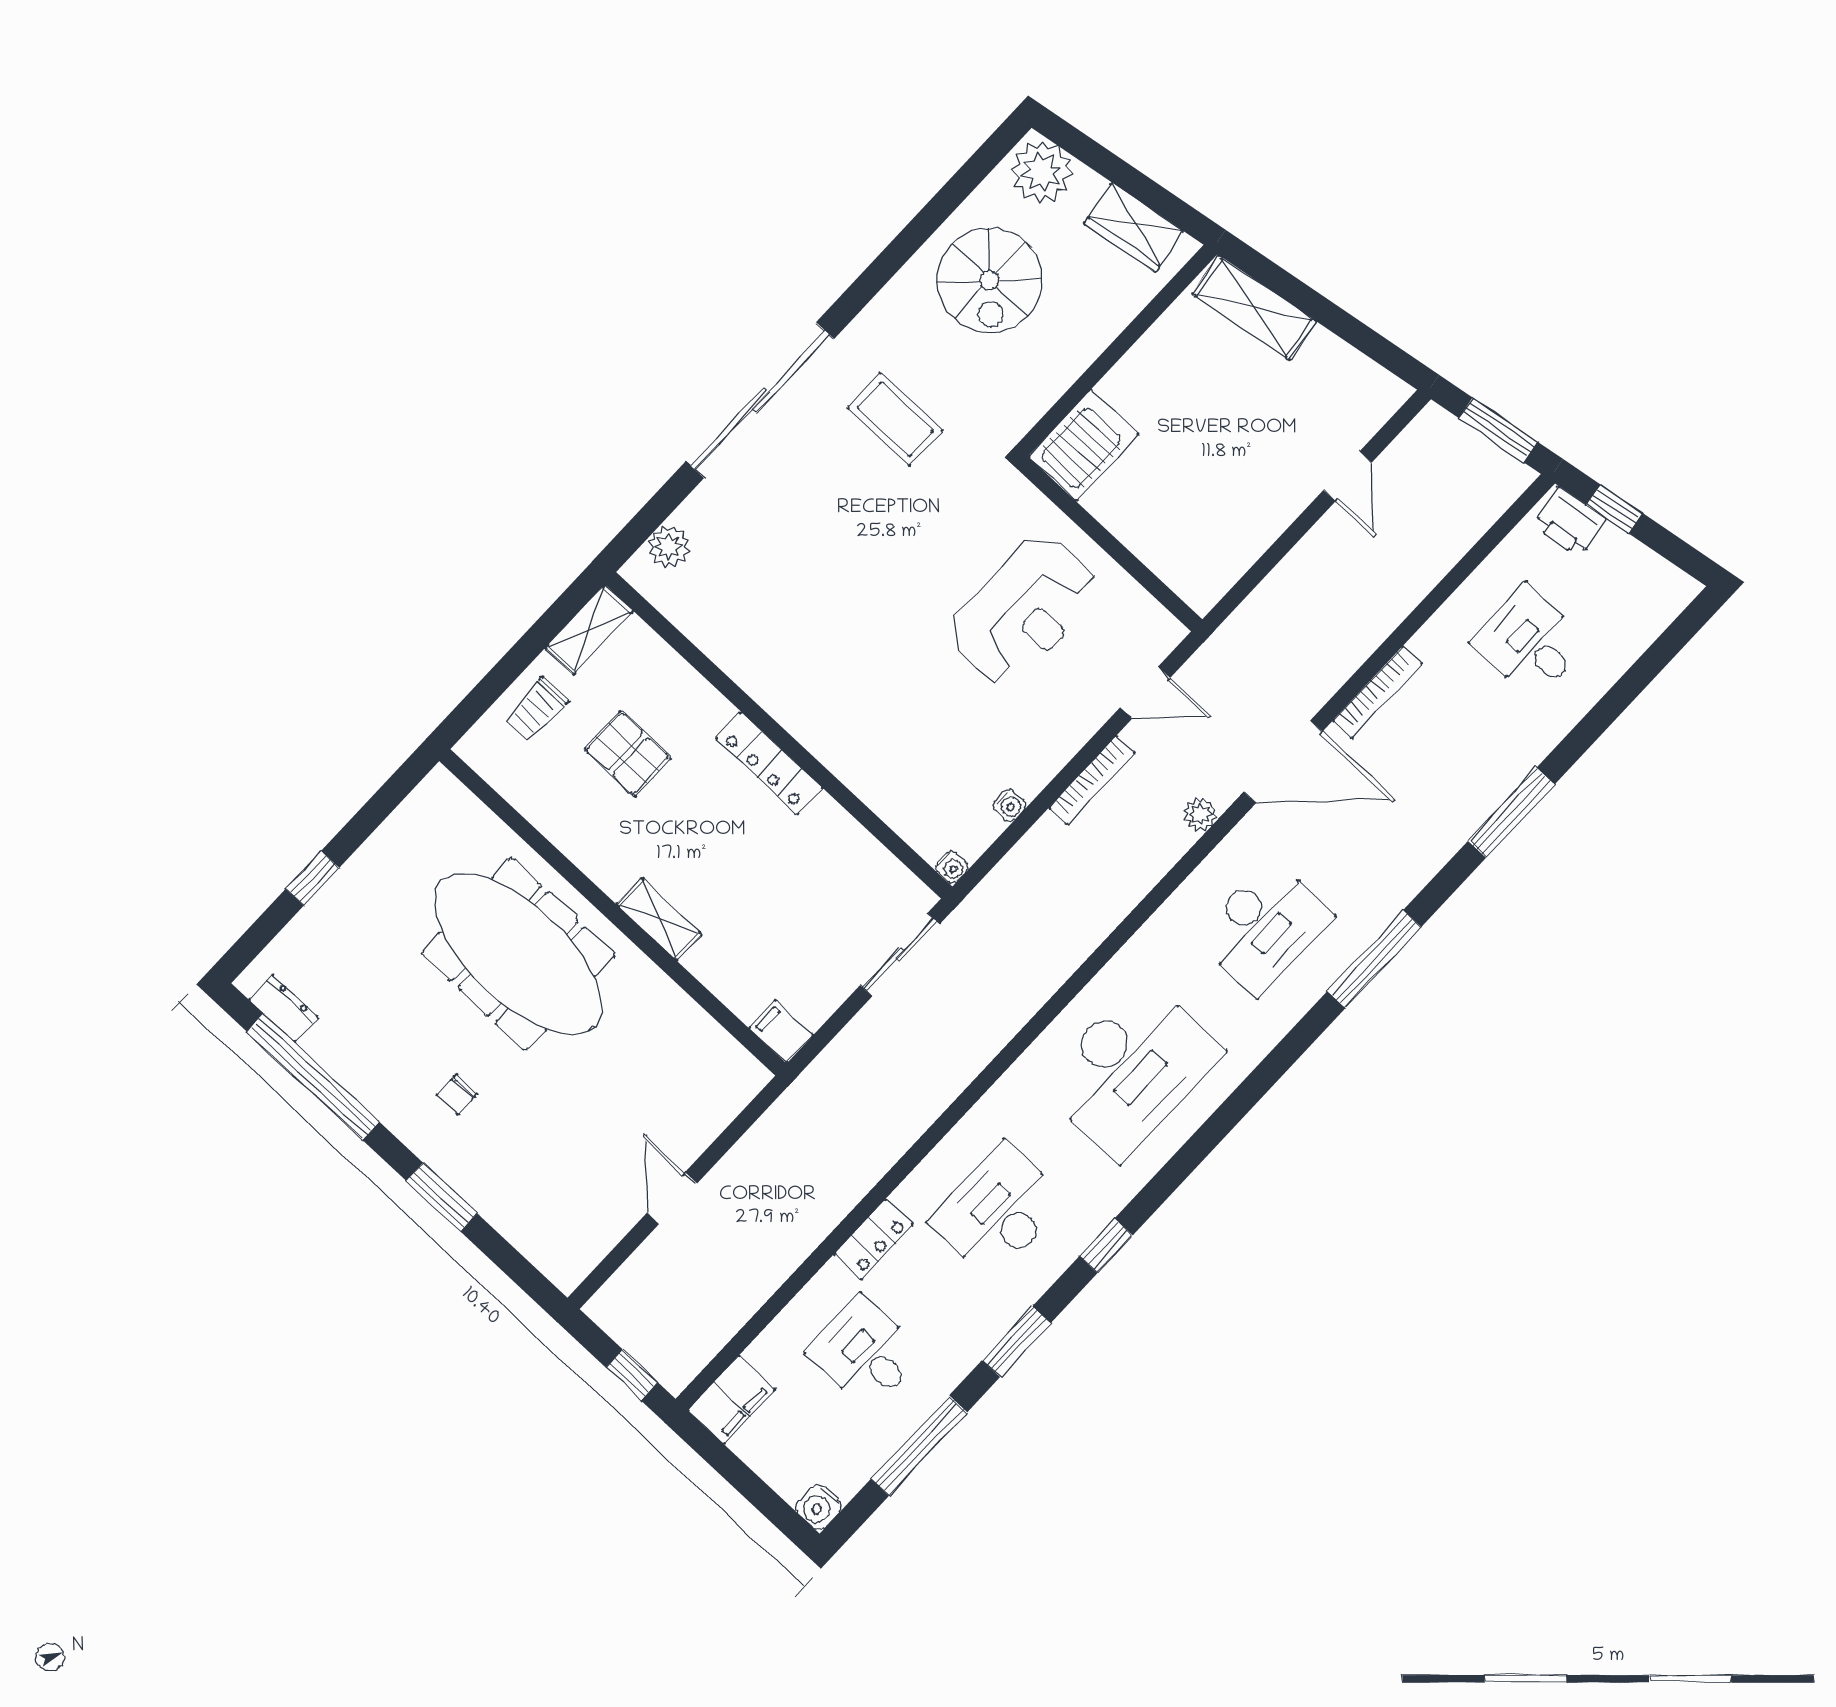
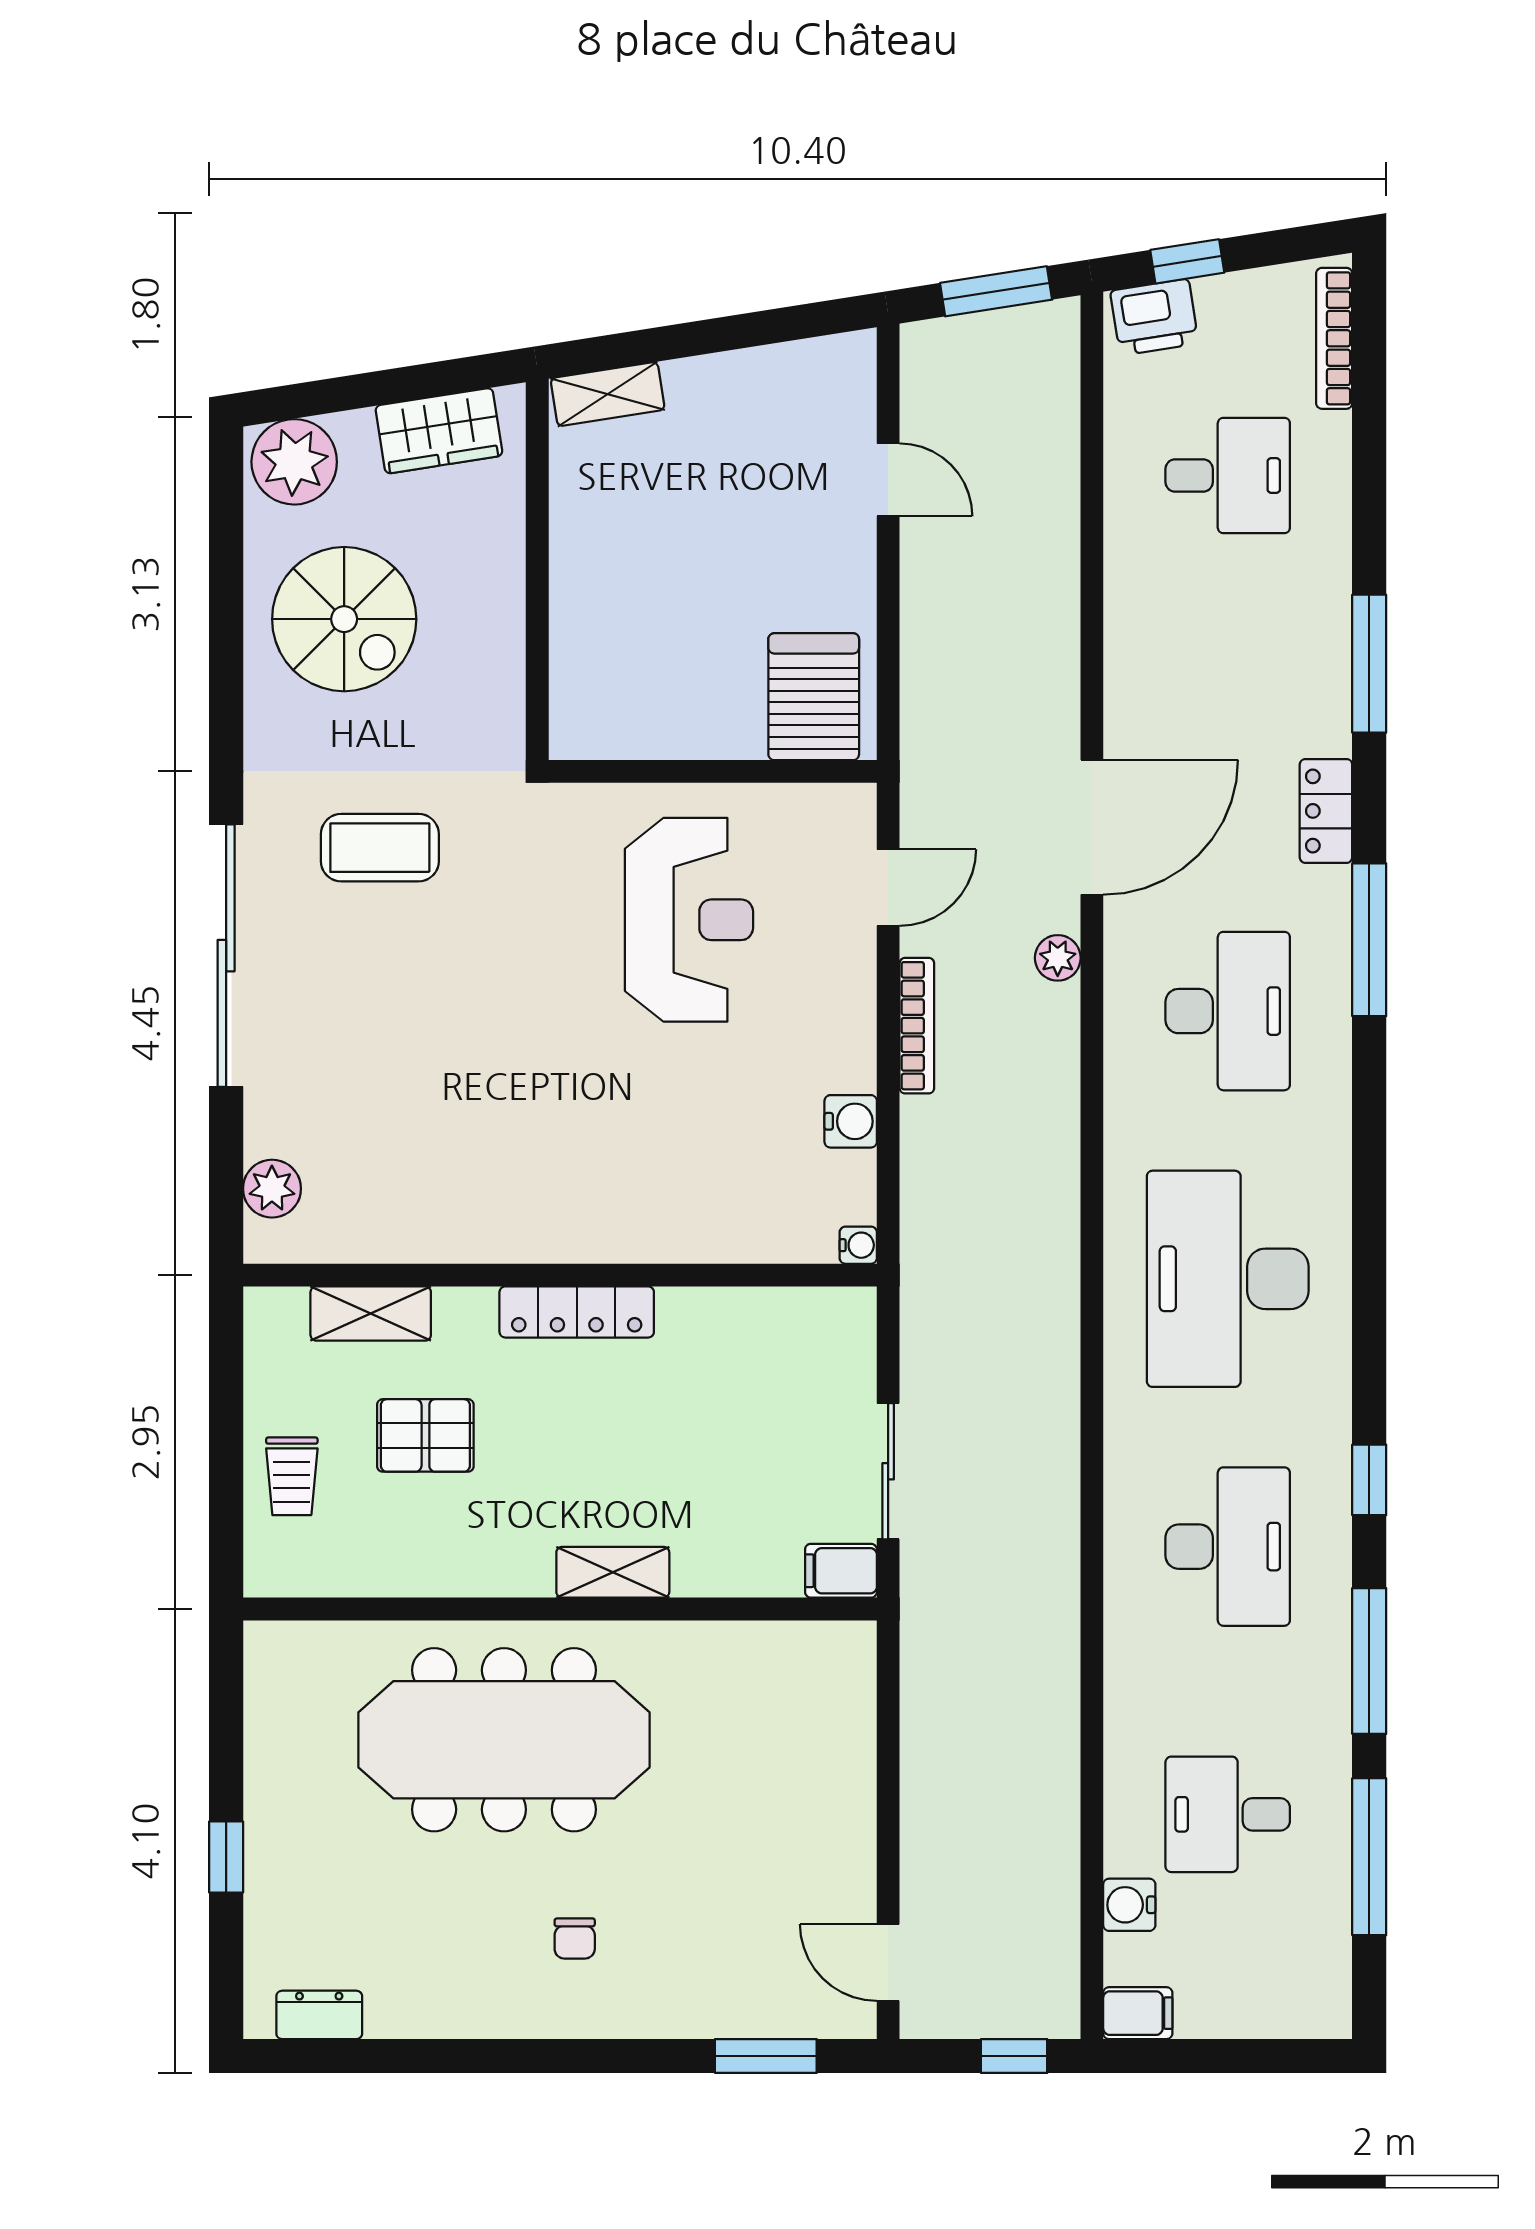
shelving: (1254, 308) -> (608, 394), width x0.67, depth x0.75
server rack: (1084, 445) -> (814, 697), moved
shelving: (589, 629) -> (371, 1313), moved, turned 90
desk: (1530, 643) -> (1228, 475), turned 180
bookcase: (1377, 692) -> (1334, 338), moved, turned 180
water cooler: (1009, 805) -> (851, 1121), width x1.38, depth x1.38
sliding door: (900, 955) -> (888, 1471), moved
desk: (1131, 1069) -> (1228, 1279), turned 180
window: (313, 1077) -> (413, 2056), removed
window: (442, 1197) -> (766, 2056), moved
door: (672, 1198) -> (888, 1962), moved
desk: (998, 1211) -> (1228, 1547), turned 180
locker: (873, 1239) -> (1326, 811), moved, turned 180
window: (1016, 1342) -> (1369, 1661), width x1.44
filing cabinet: (732, 1400) -> (1138, 2013), width x0.50
water cooler: (819, 1507) -> (1129, 1905), moved, turned 90

